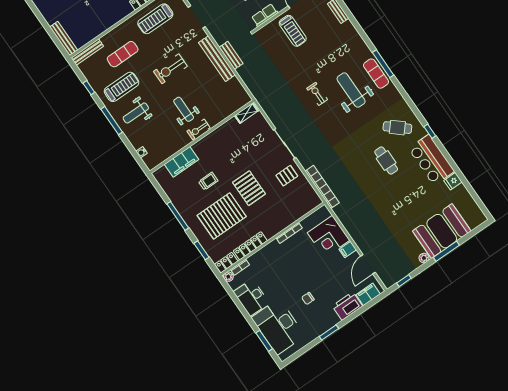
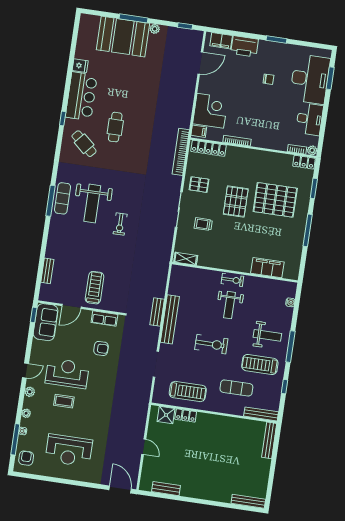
trolley: (208, 181) -> (203, 224), moved
locker: (250, 246) -> (209, 148), moved
filing cabinet: (348, 250) -> (199, 131), moved

